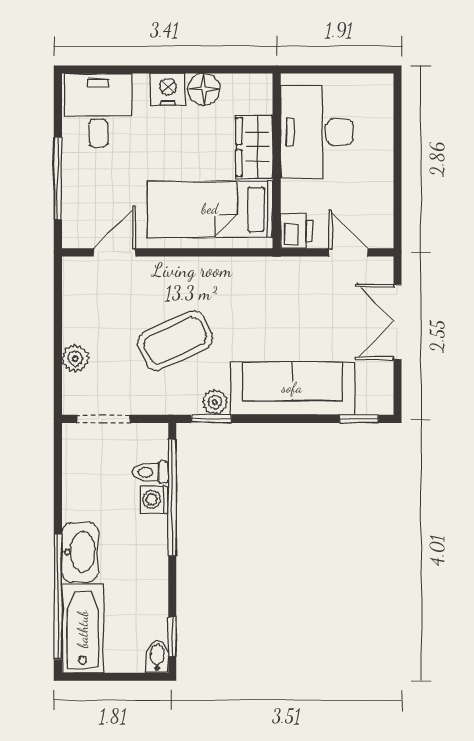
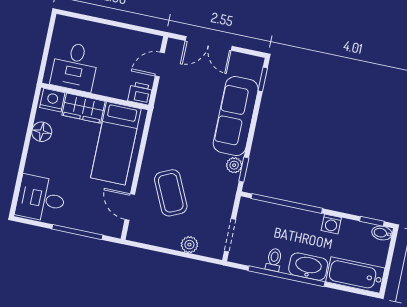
nightstand: (168, 89) -> (52, 100), moved, turned 90
desk: (317, 132) -> (75, 66), width x0.73
coffee table: (175, 340) -> (171, 193), moved
toilet: (150, 472) -> (274, 260), moved, turned 180
washing machine: (155, 500) -> (331, 224), moved
window: (58, 597) -> (286, 276), moved

